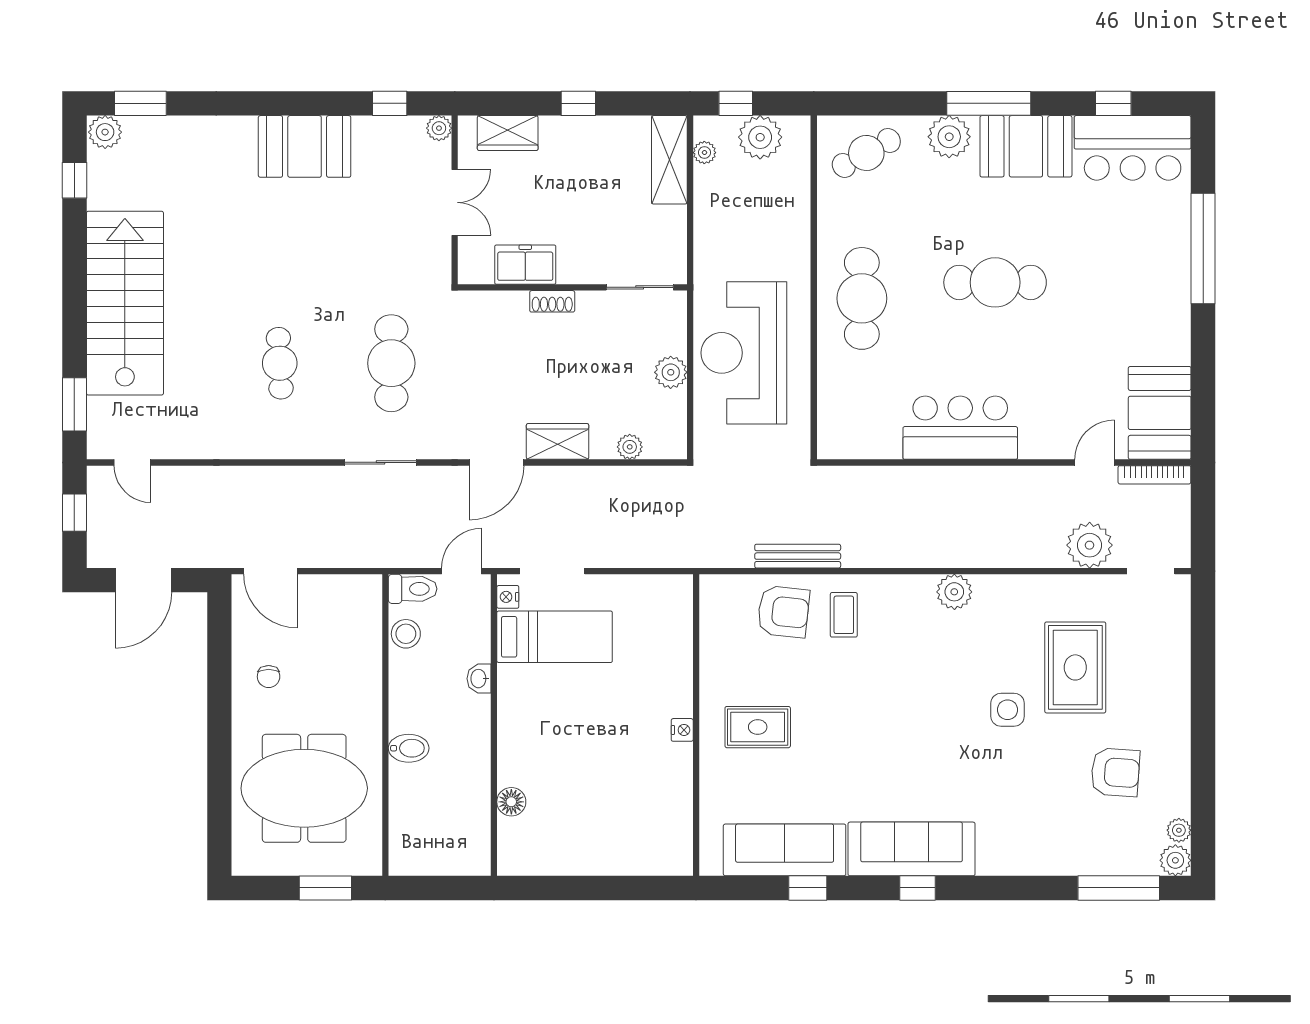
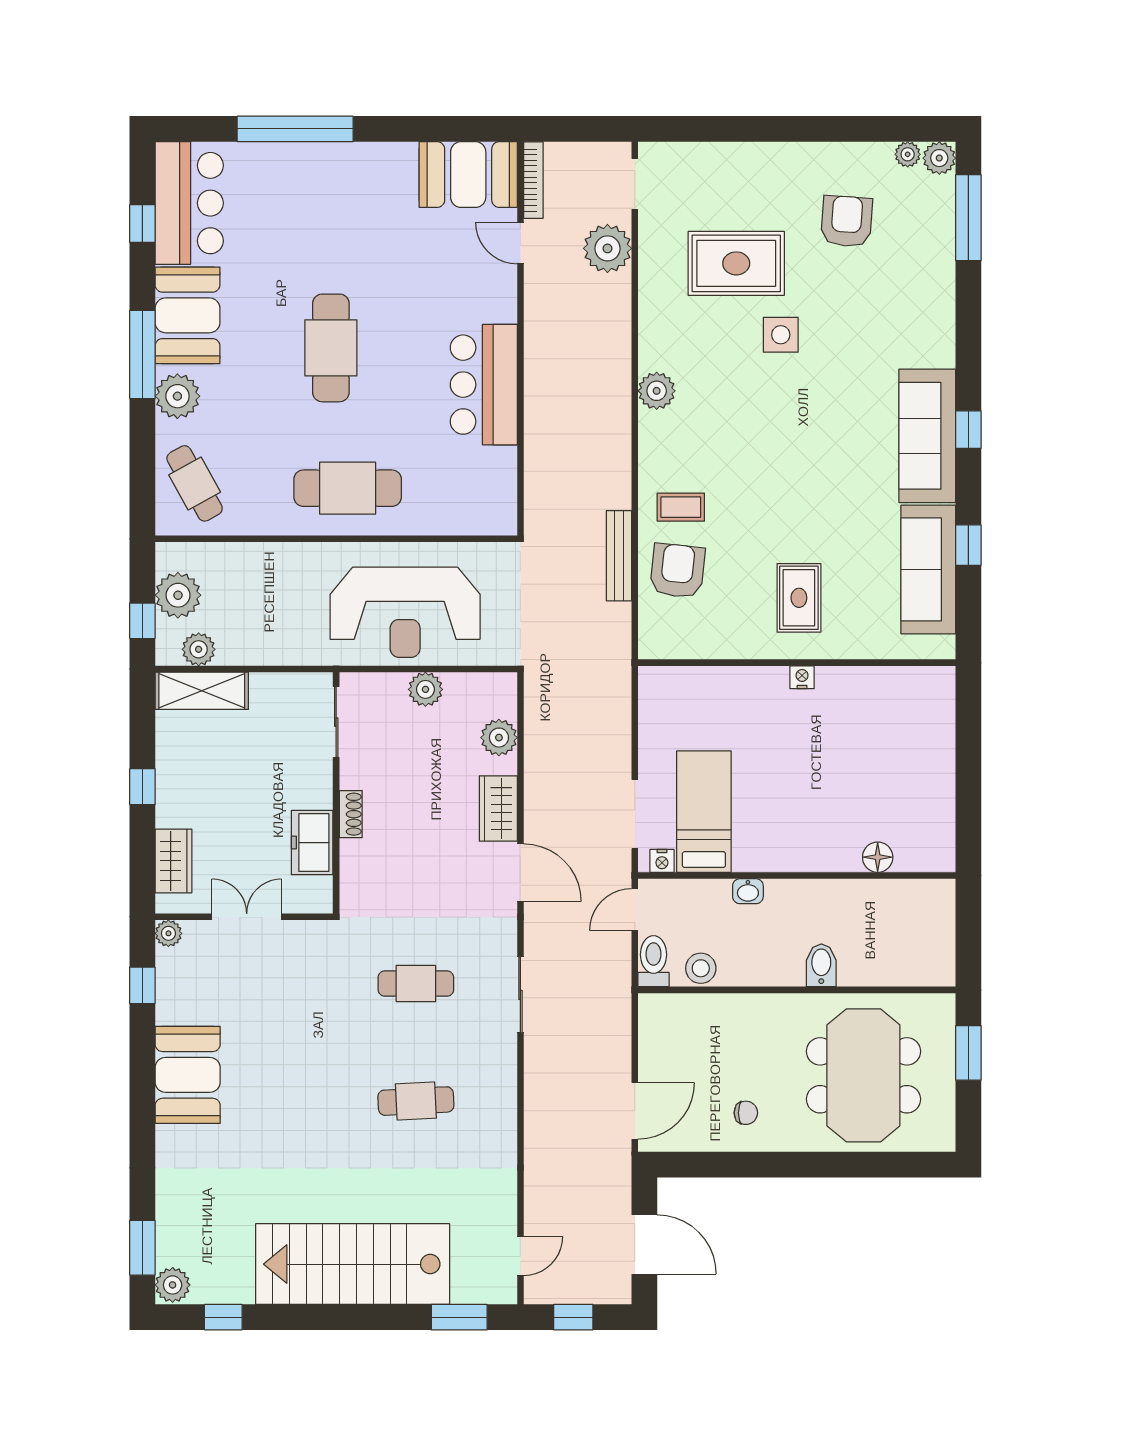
plant: (704, 153) -> (199, 649), width x1.38, depth x1.38
cafe table: (391, 363) -> (416, 984), width x0.73, depth x0.74
plant: (630, 447) -> (499, 738), width x1.38, depth x1.38
door: (462, 571) -> (635, 910), hinge flipped

